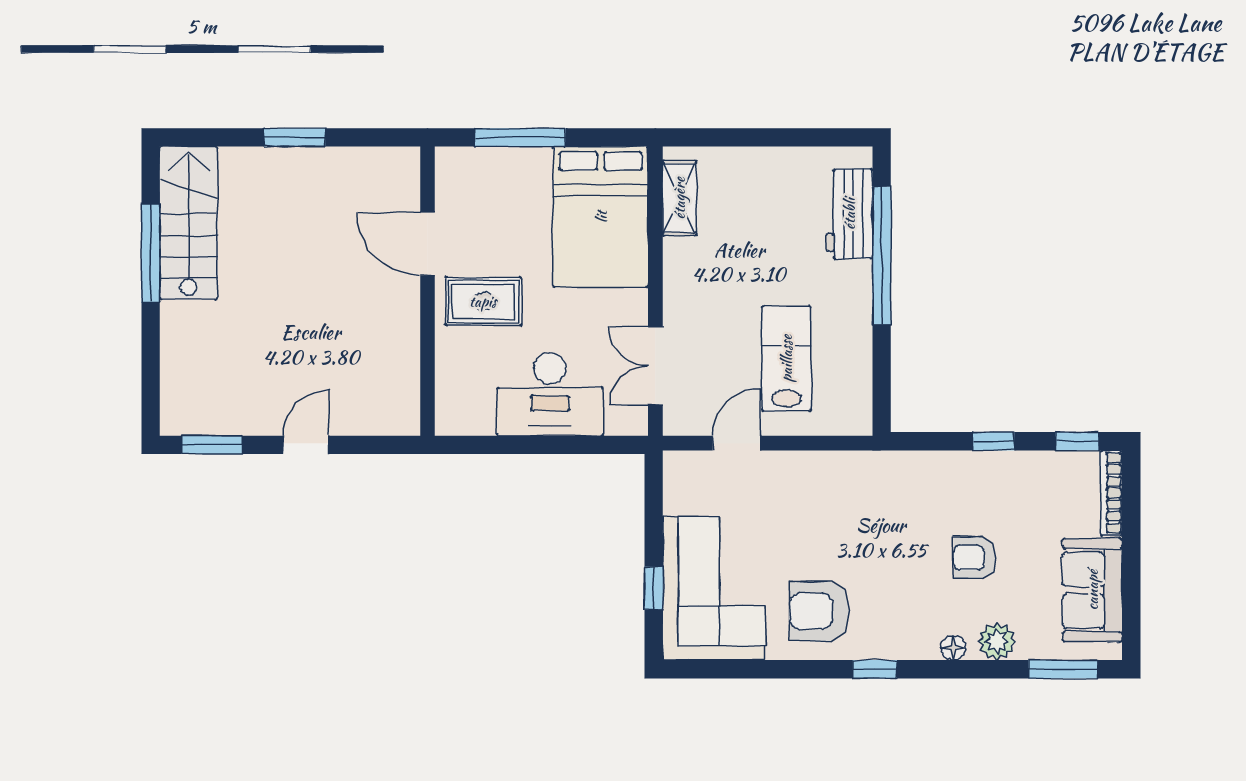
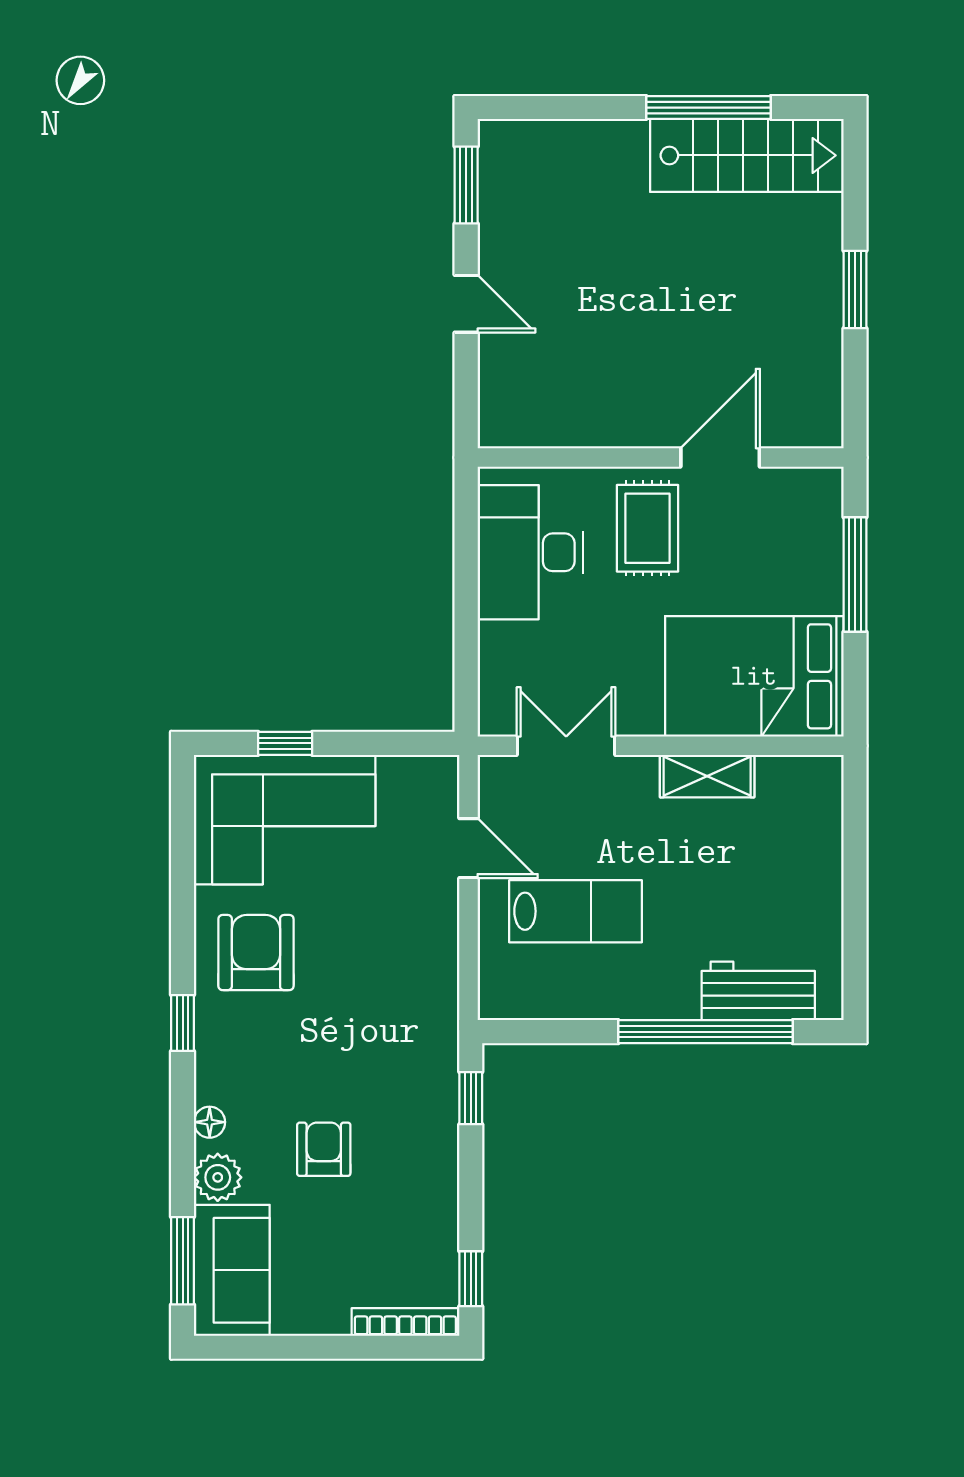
shelving: (679, 198) -> (707, 776), moved
desk: (550, 394) -> (530, 552), moved
window: (994, 441) -> (471, 1098), moved
sofa: (1092, 590) -> (232, 1270), moved, turned 90

